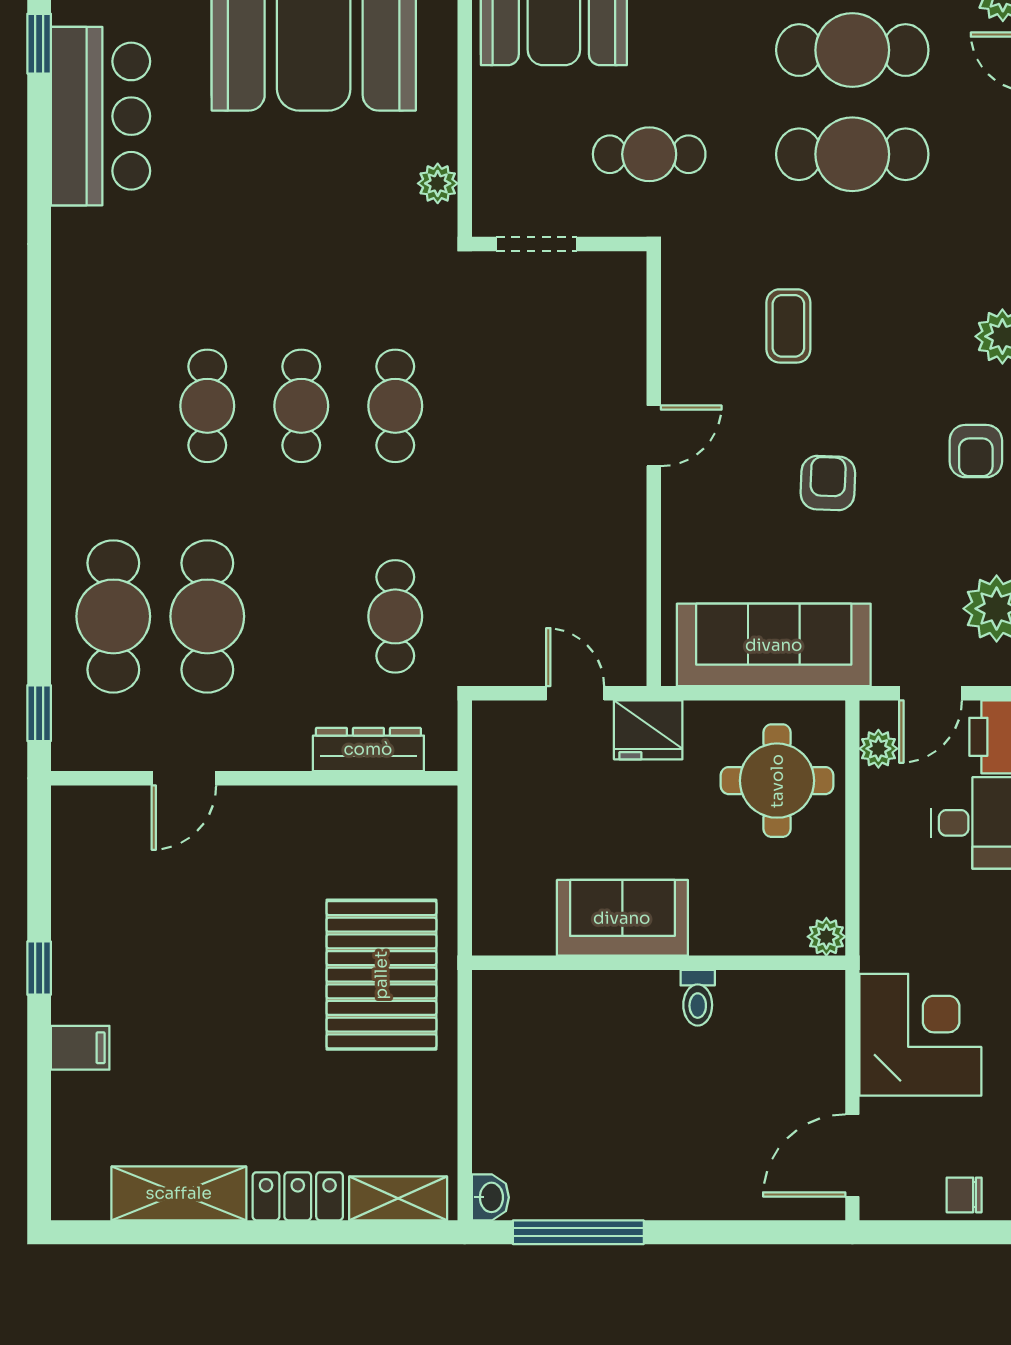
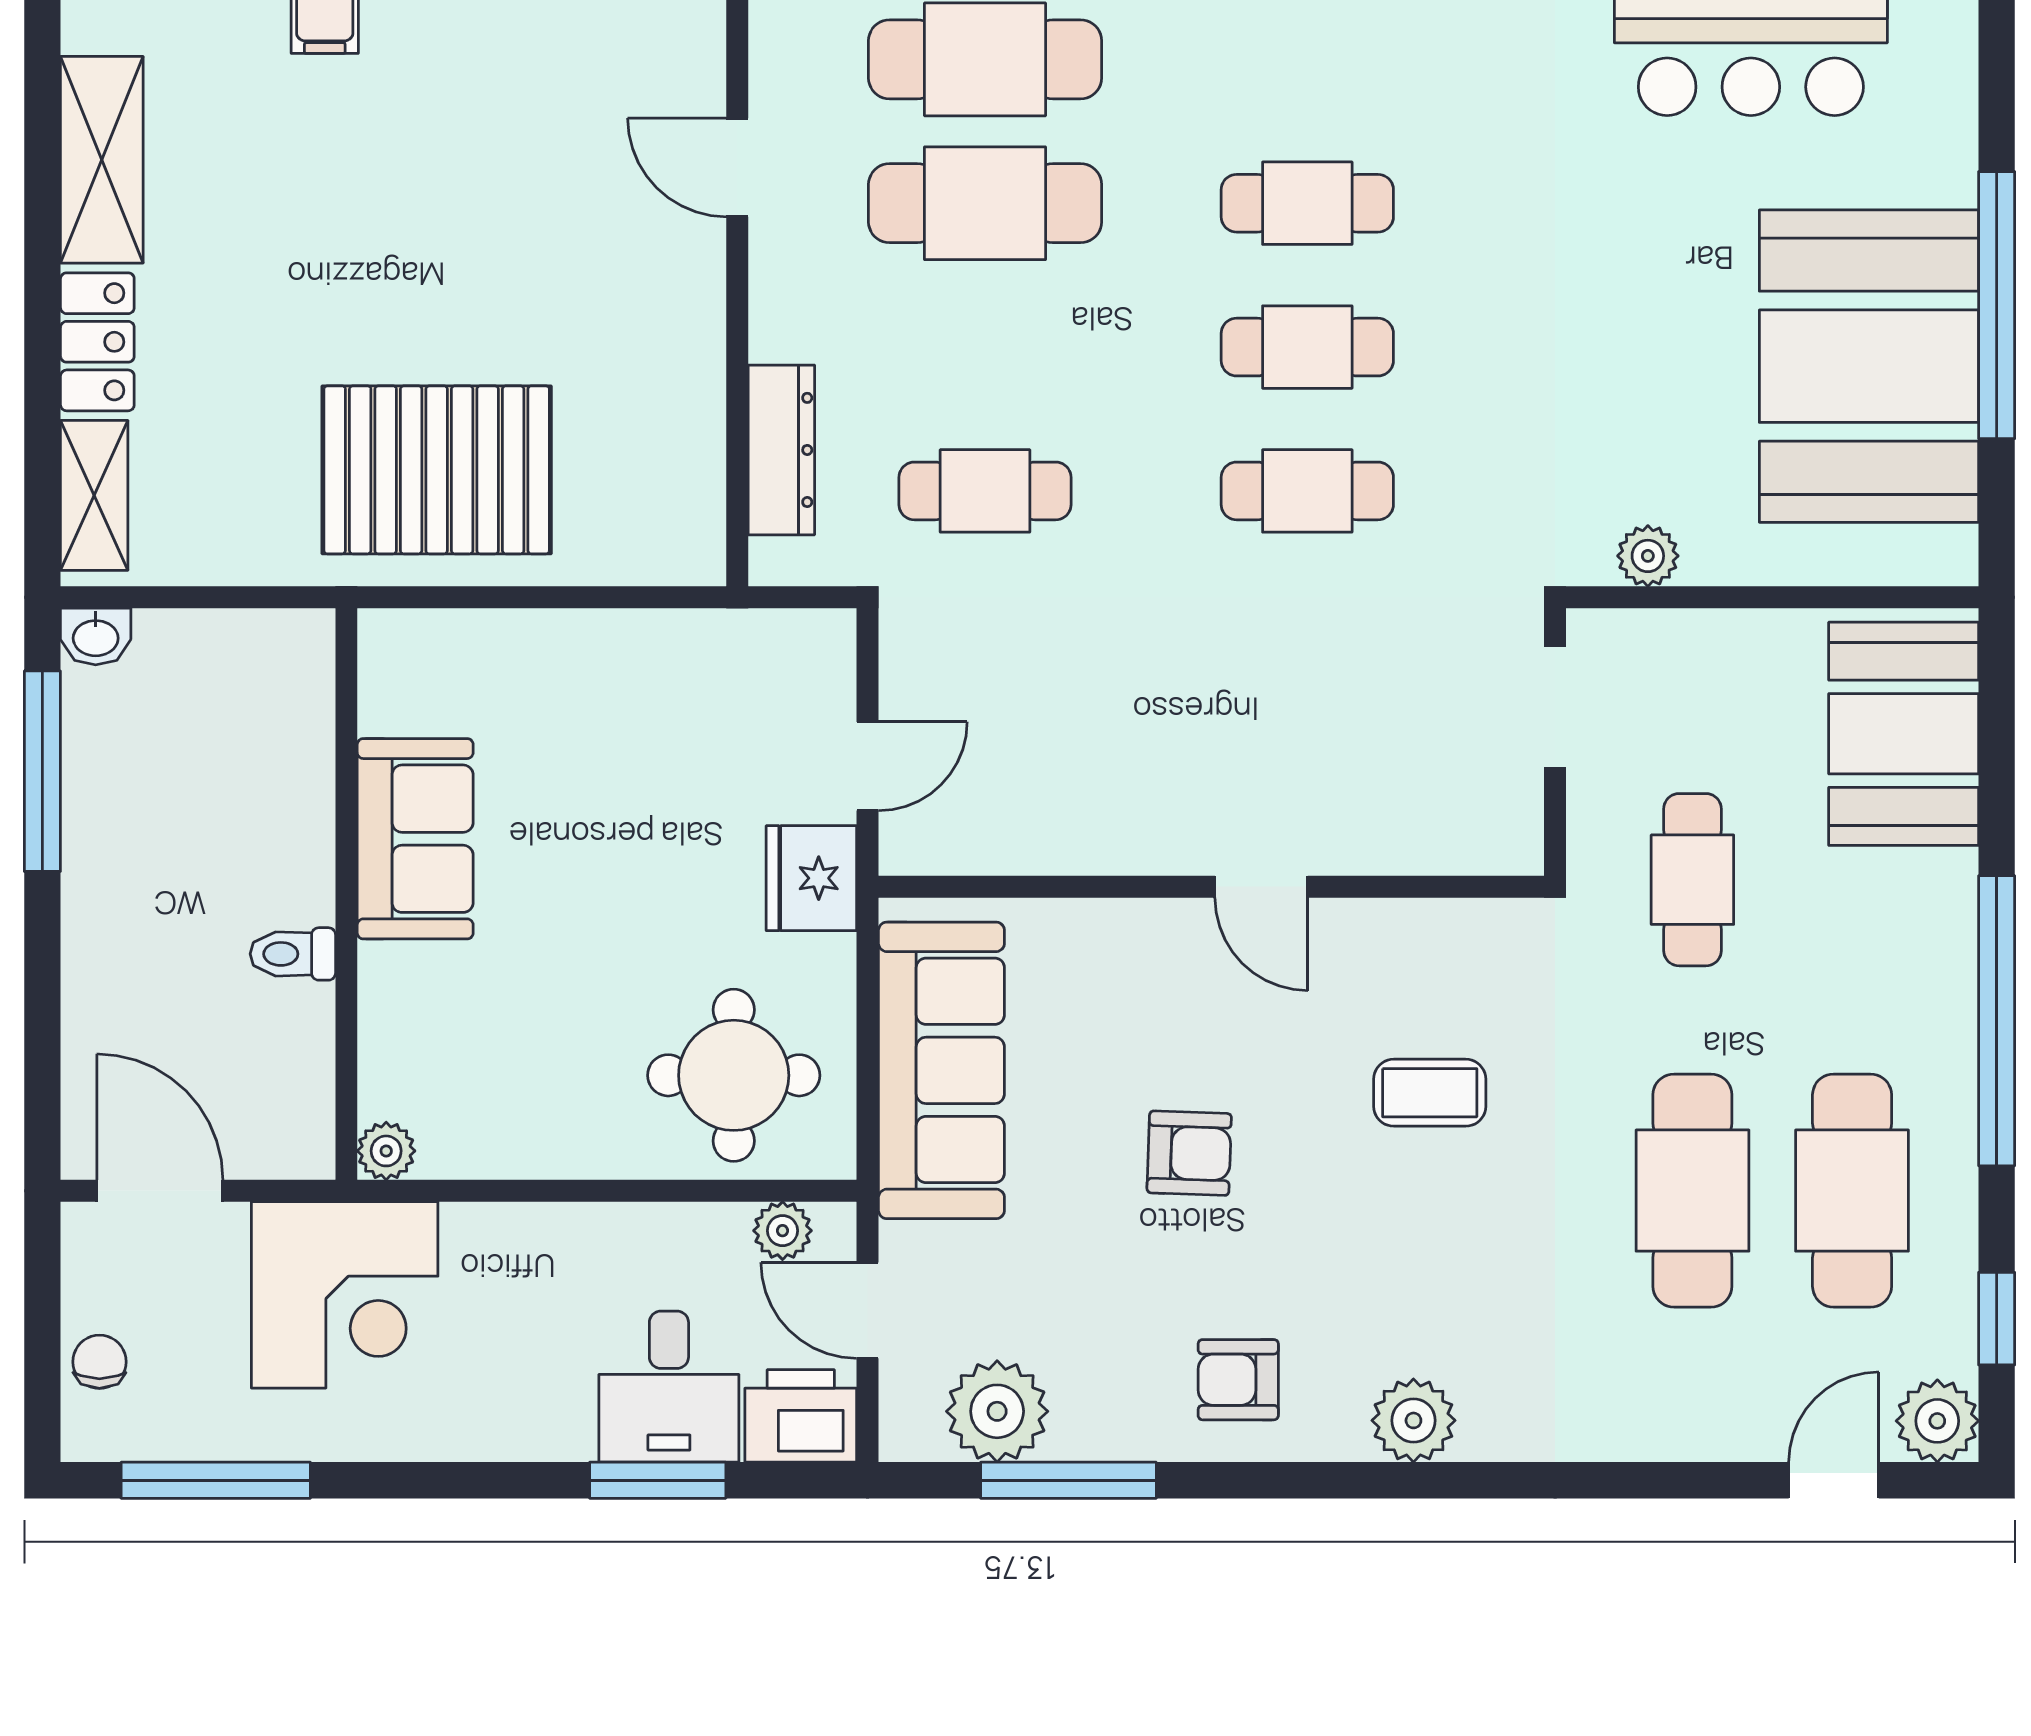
sofa: (622, 918) -> (415, 839), moved
plant: (826, 937) -> (386, 1151), moved
wall: (659, 963) -> (346, 894), moved
toilet: (698, 998) -> (293, 954), moved

